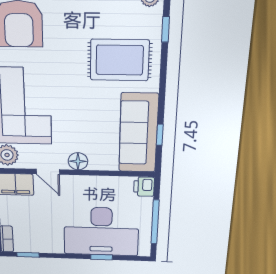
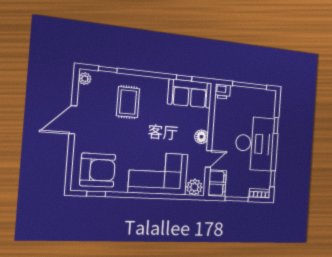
rug: (120, 60) -> (128, 102), width x0.73, depth x0.70
sofa: (138, 133) -> (190, 94), width x0.73
desk: (101, 232) -> (255, 144), moved

